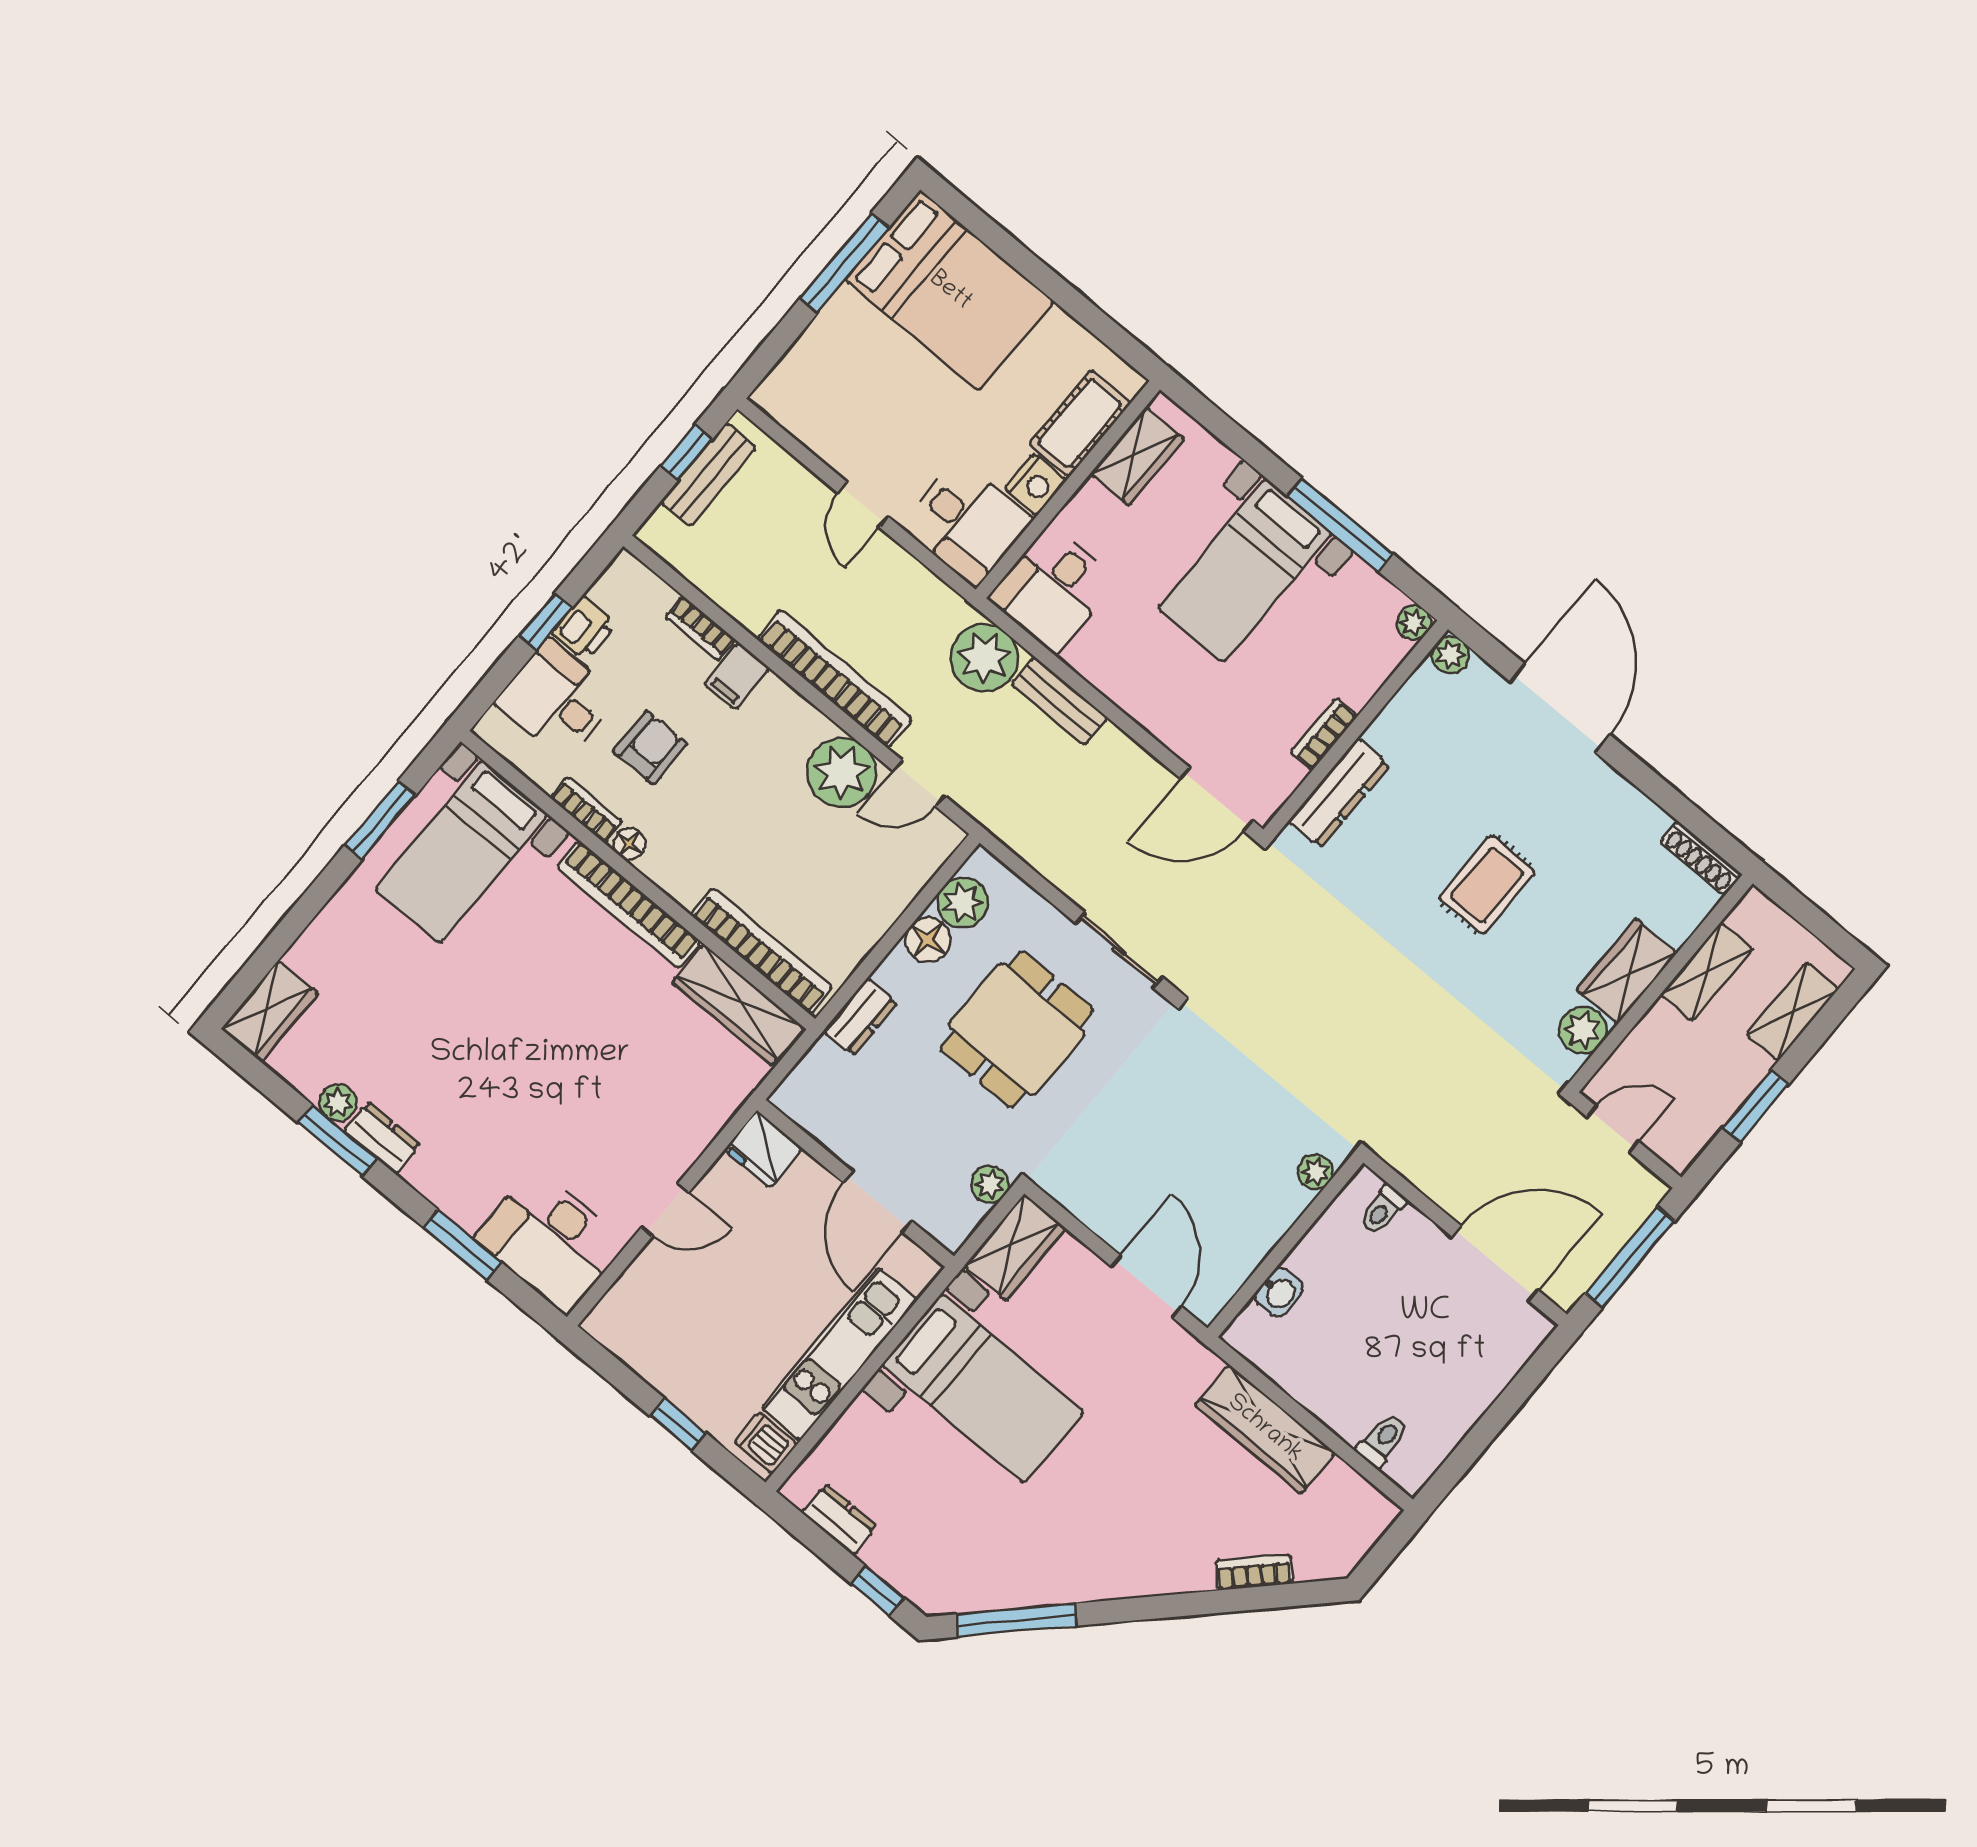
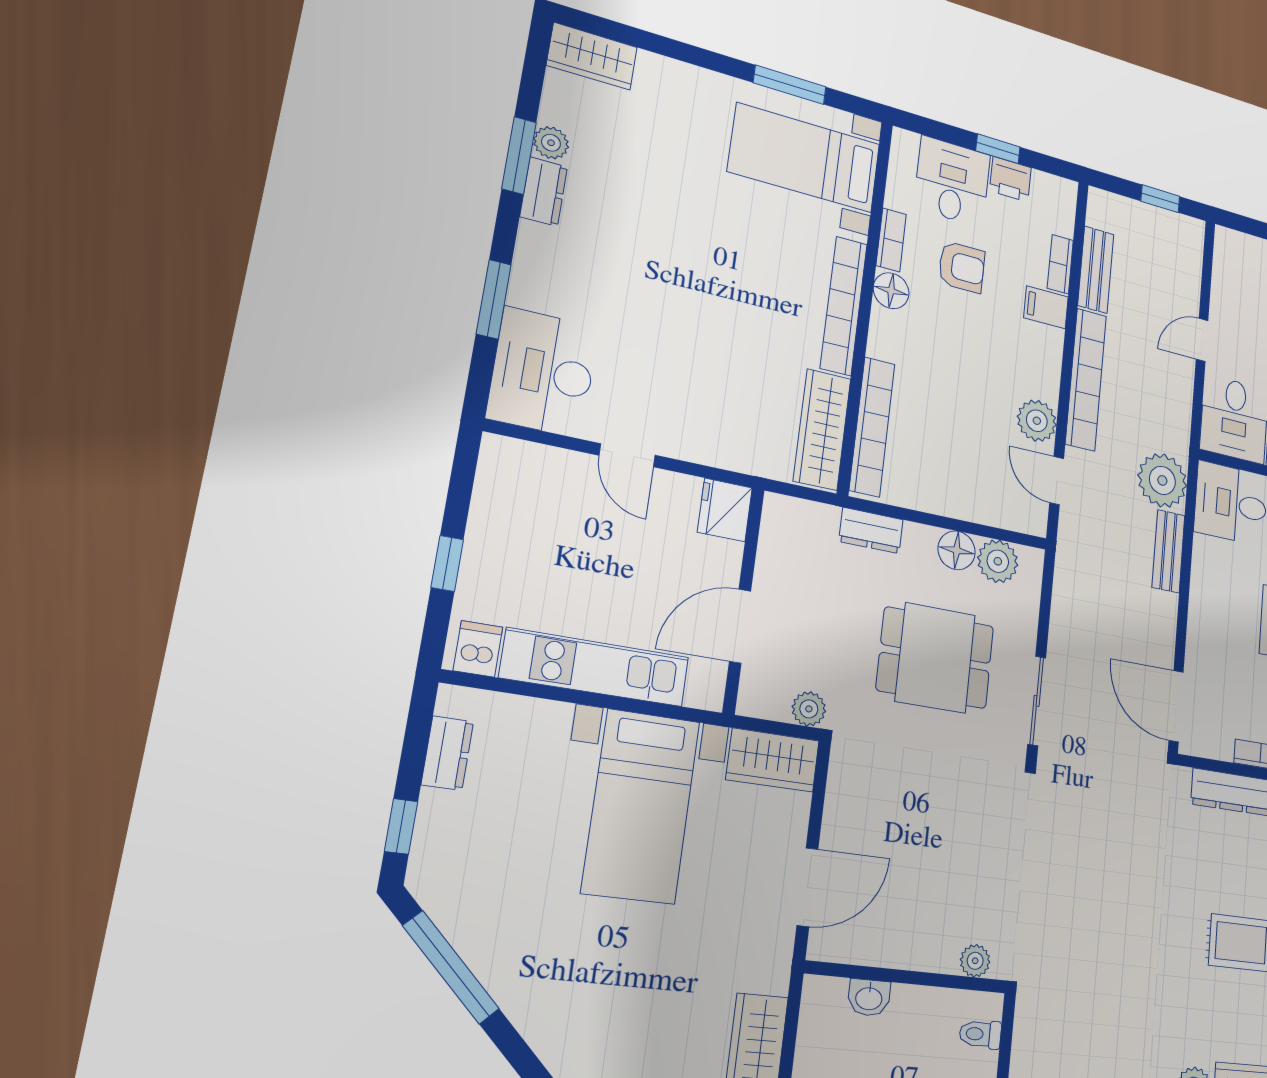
bench: (708, 475) -> (1096, 270), moved, turned 90
plant: (841, 772) -> (1037, 421), width x0.73, depth x0.73
floor lamp: (629, 844) -> (891, 291), width x1.37, depth x1.37

